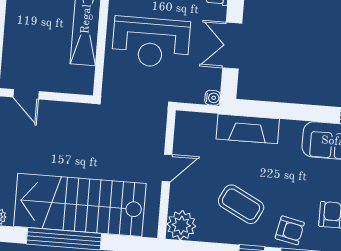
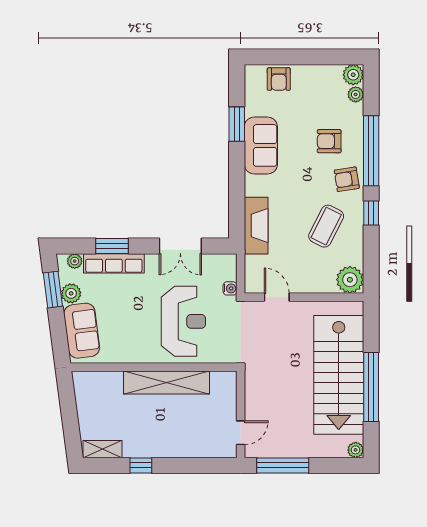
water cooler: (212, 98) -> (230, 288), moved, turned 90
door: (167, 168) -> (277, 297), moved
armchair: (290, 230) -> (347, 179), turned -111

